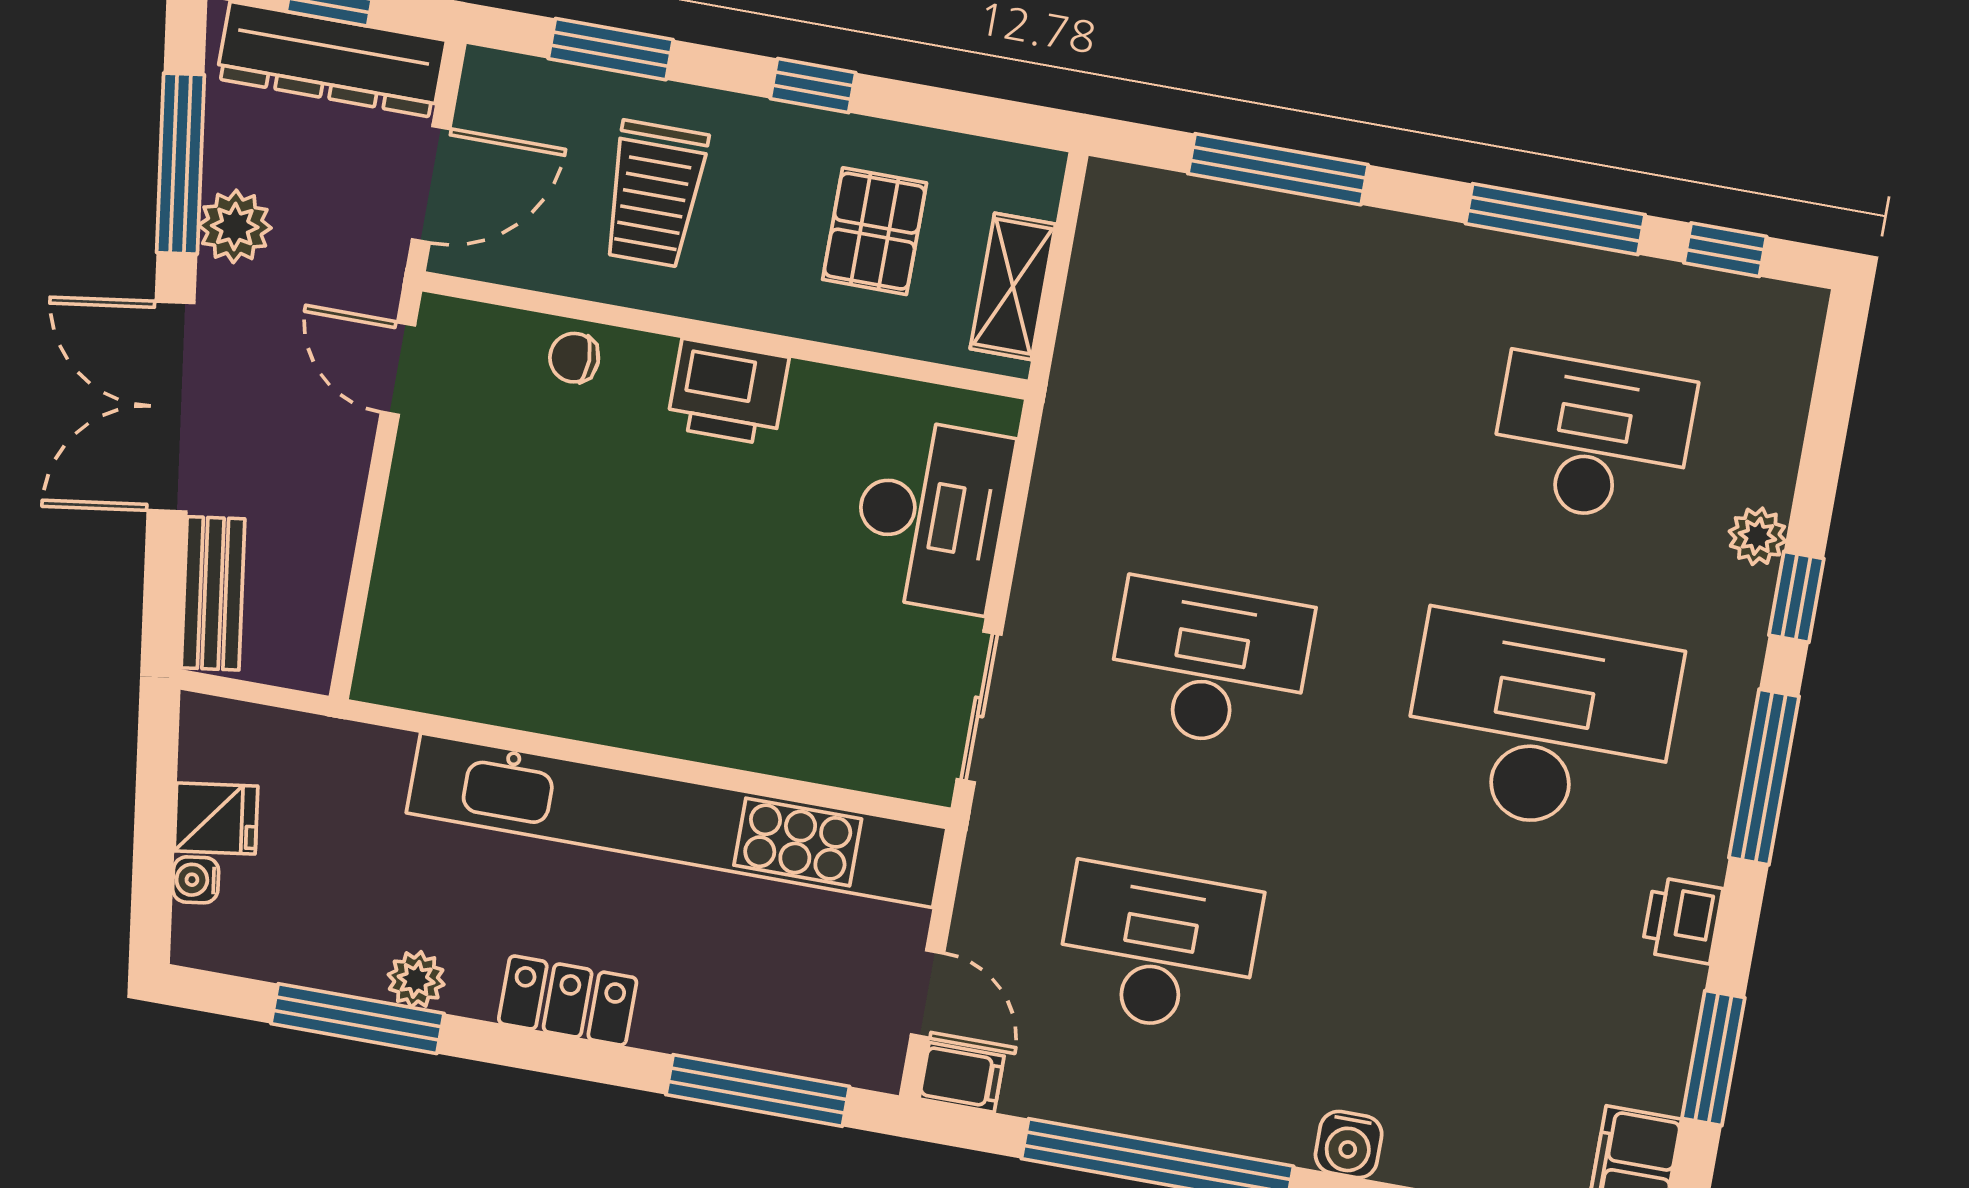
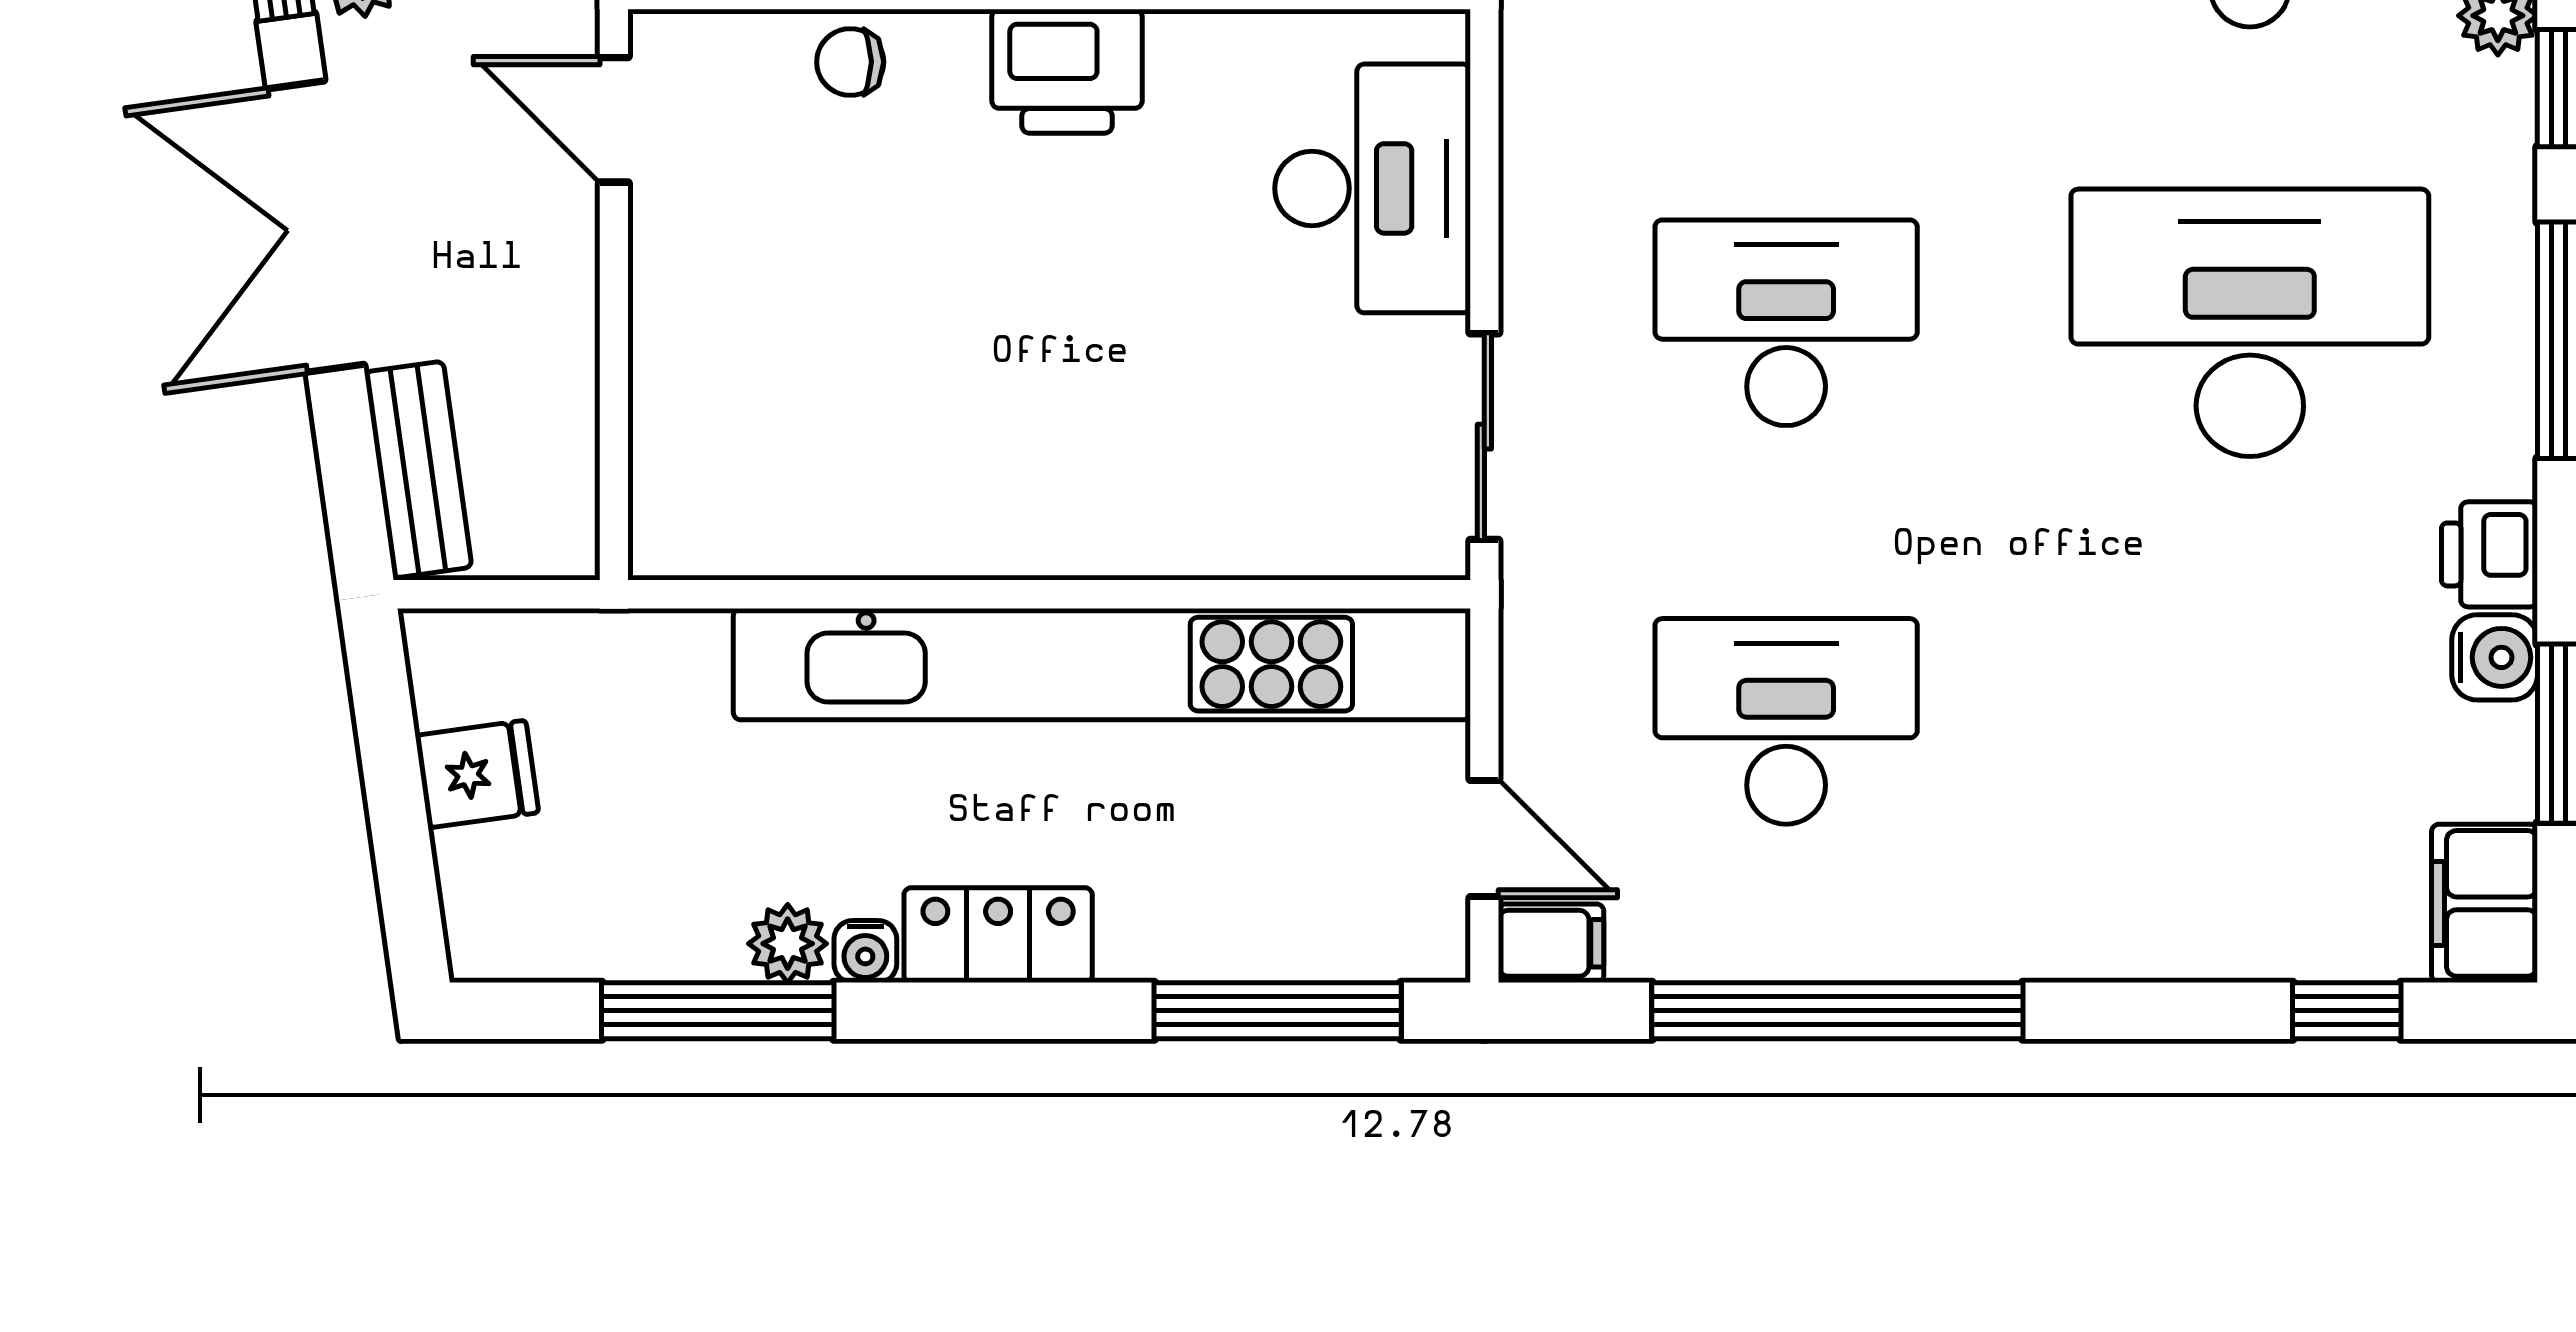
water cooler: (196, 880) -> (865, 951), moved, turned -82
water cooler: (1349, 1145) -> (2495, 657), moved, turned -90

